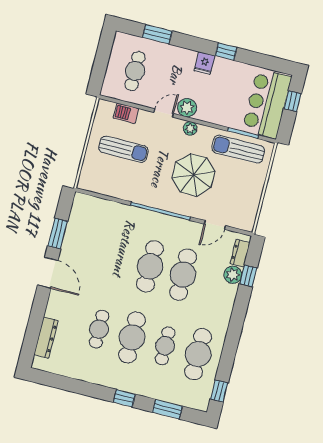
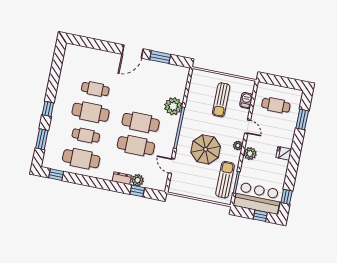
window: (226, 52) -> (287, 197), moved
plant: (187, 108) -> (250, 154), moved
plant: (129, 218) -> (173, 106), added
dresser: (240, 253) -> (122, 178), moved
dresser: (46, 338) -> (88, 52), removed

